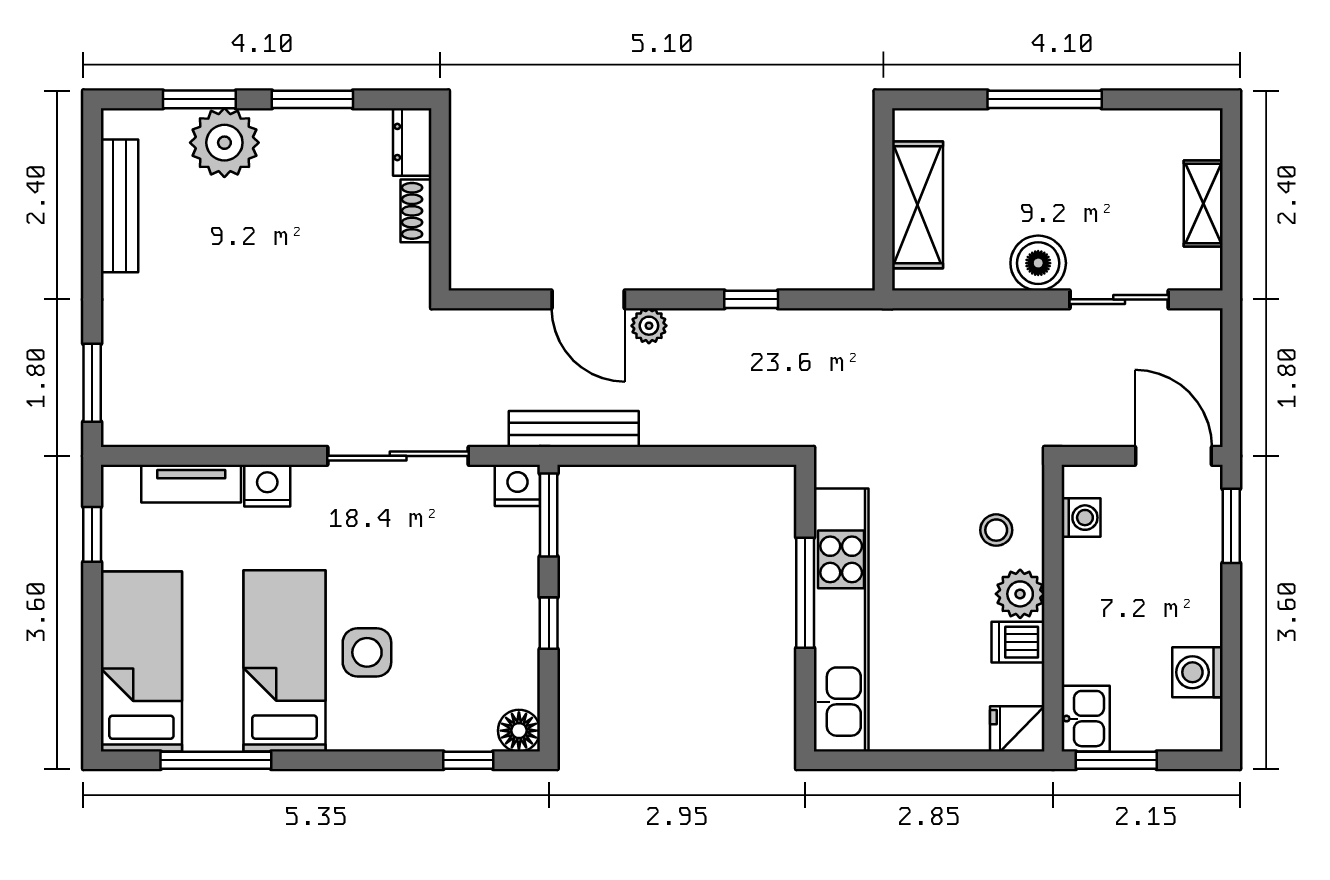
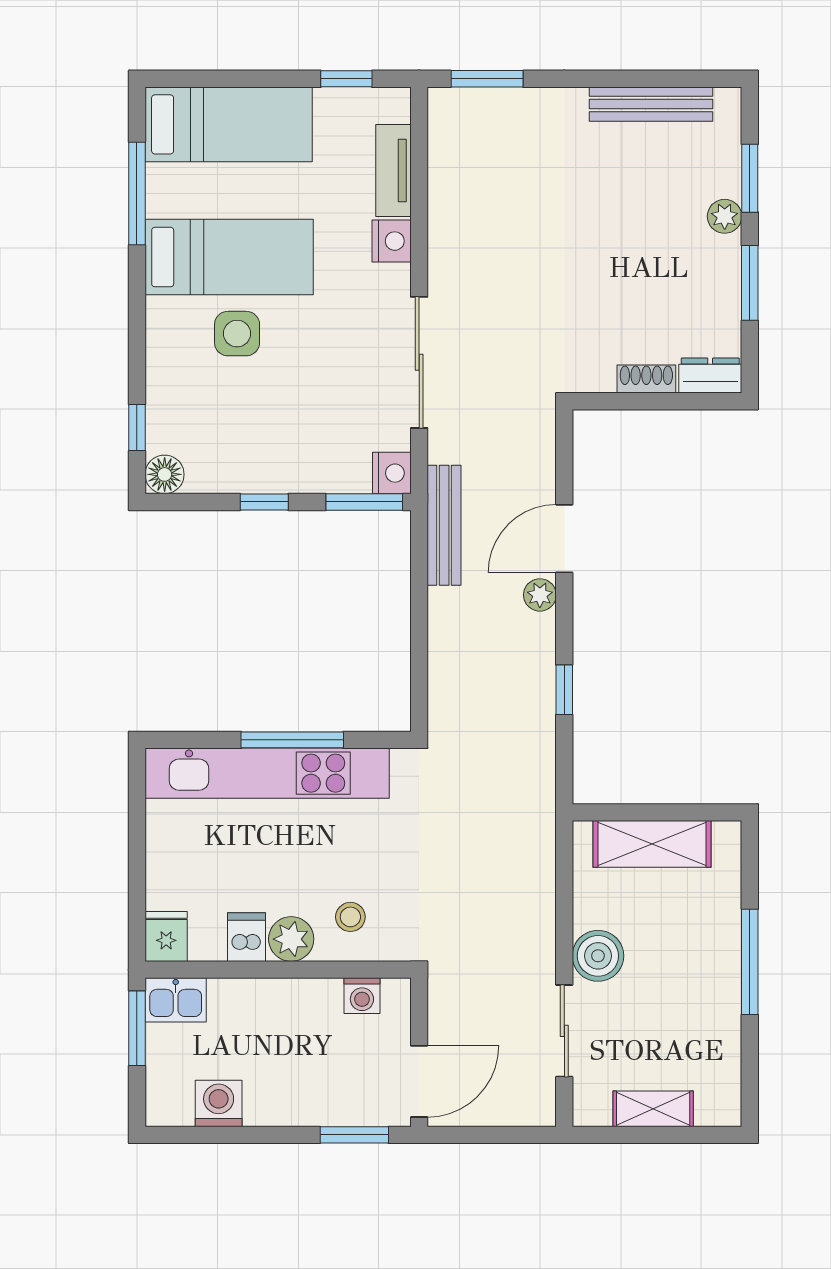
plant: (224, 143) -> (725, 216), width x0.53, depth x0.53

